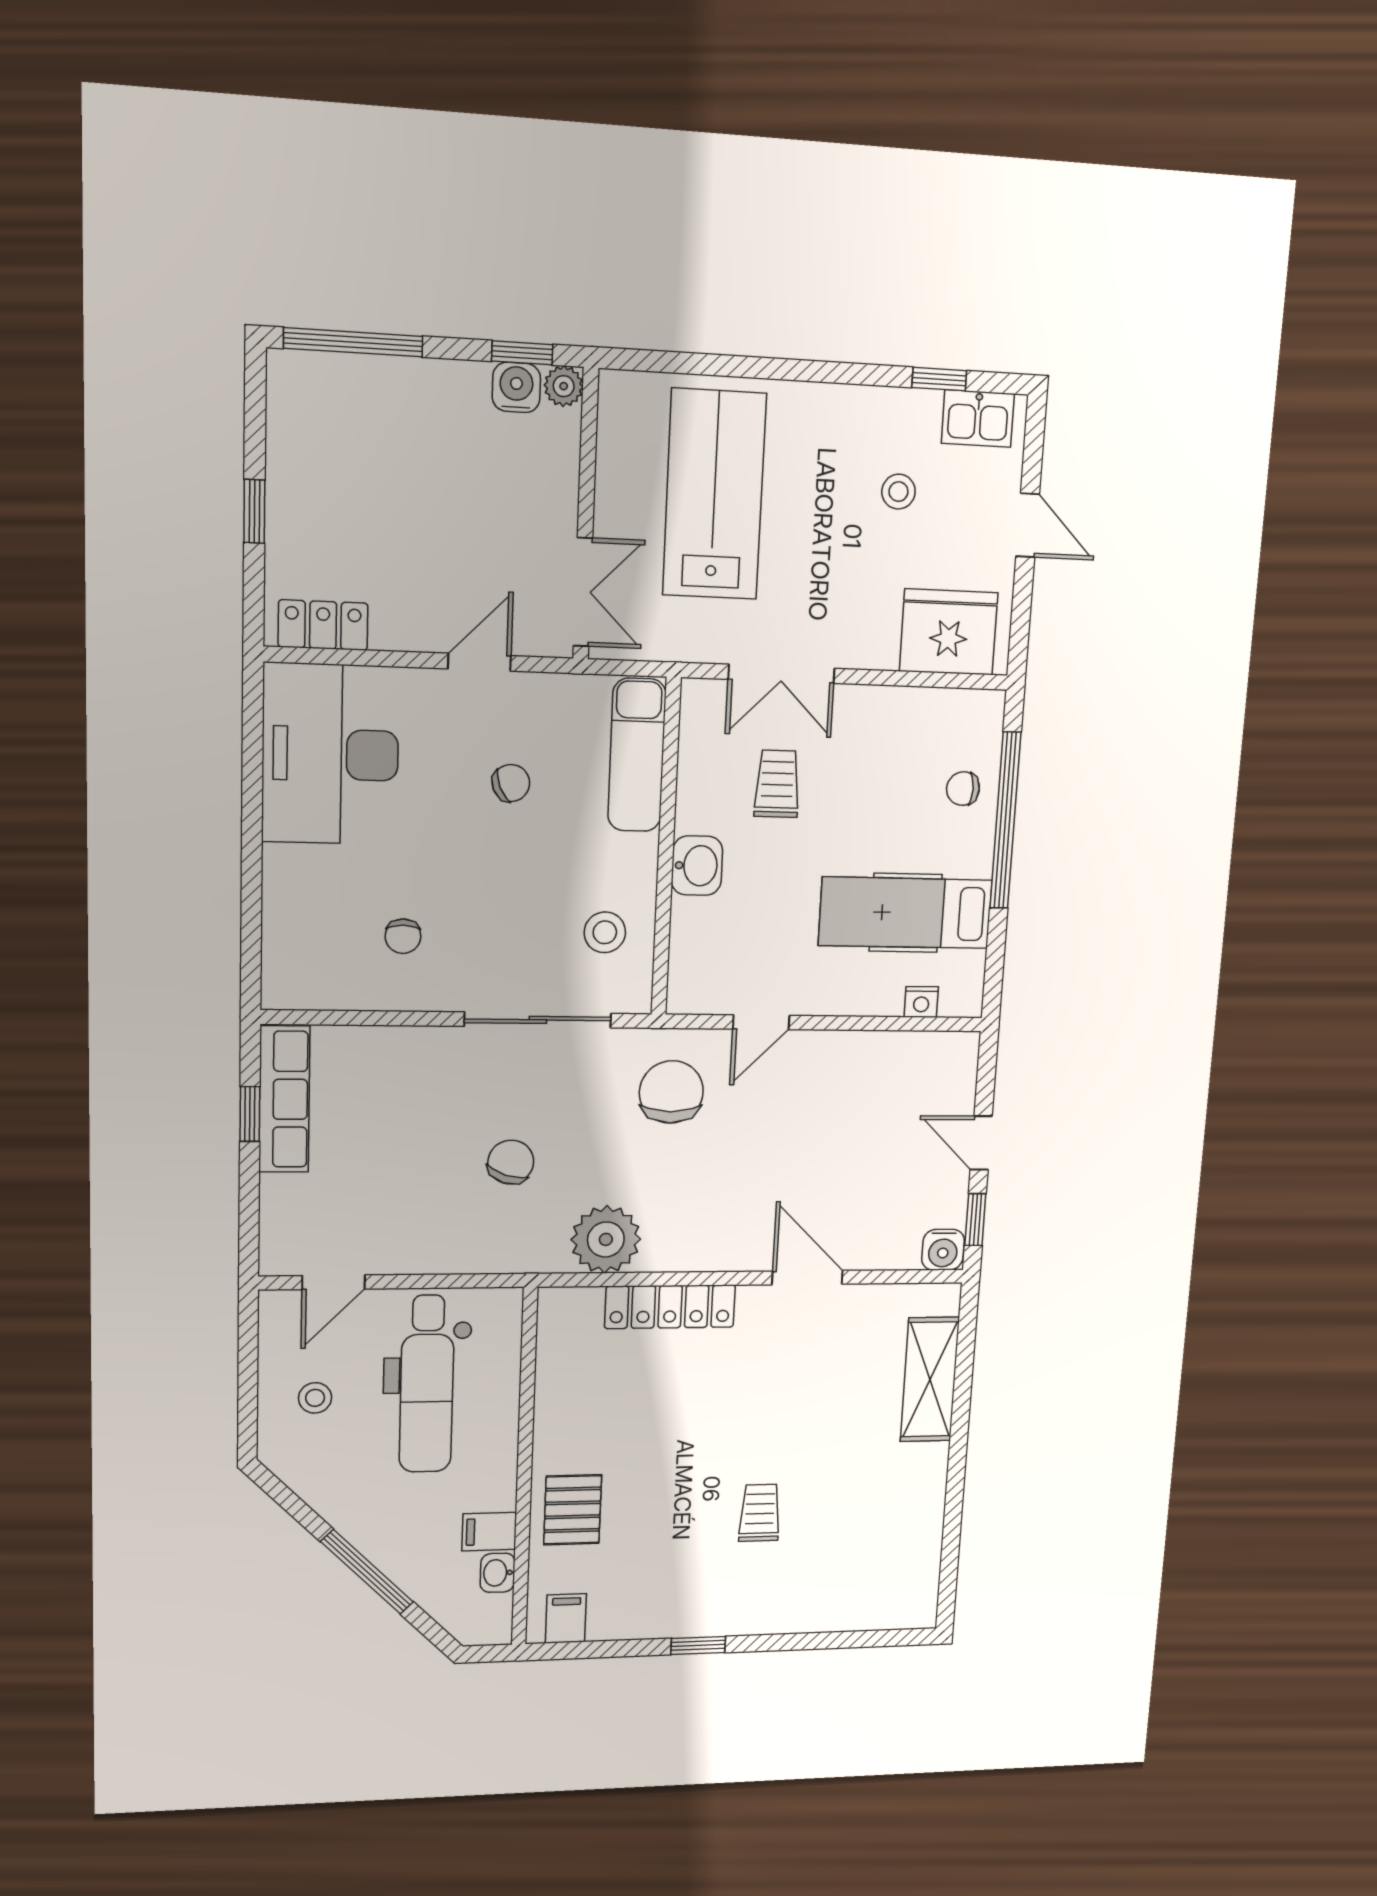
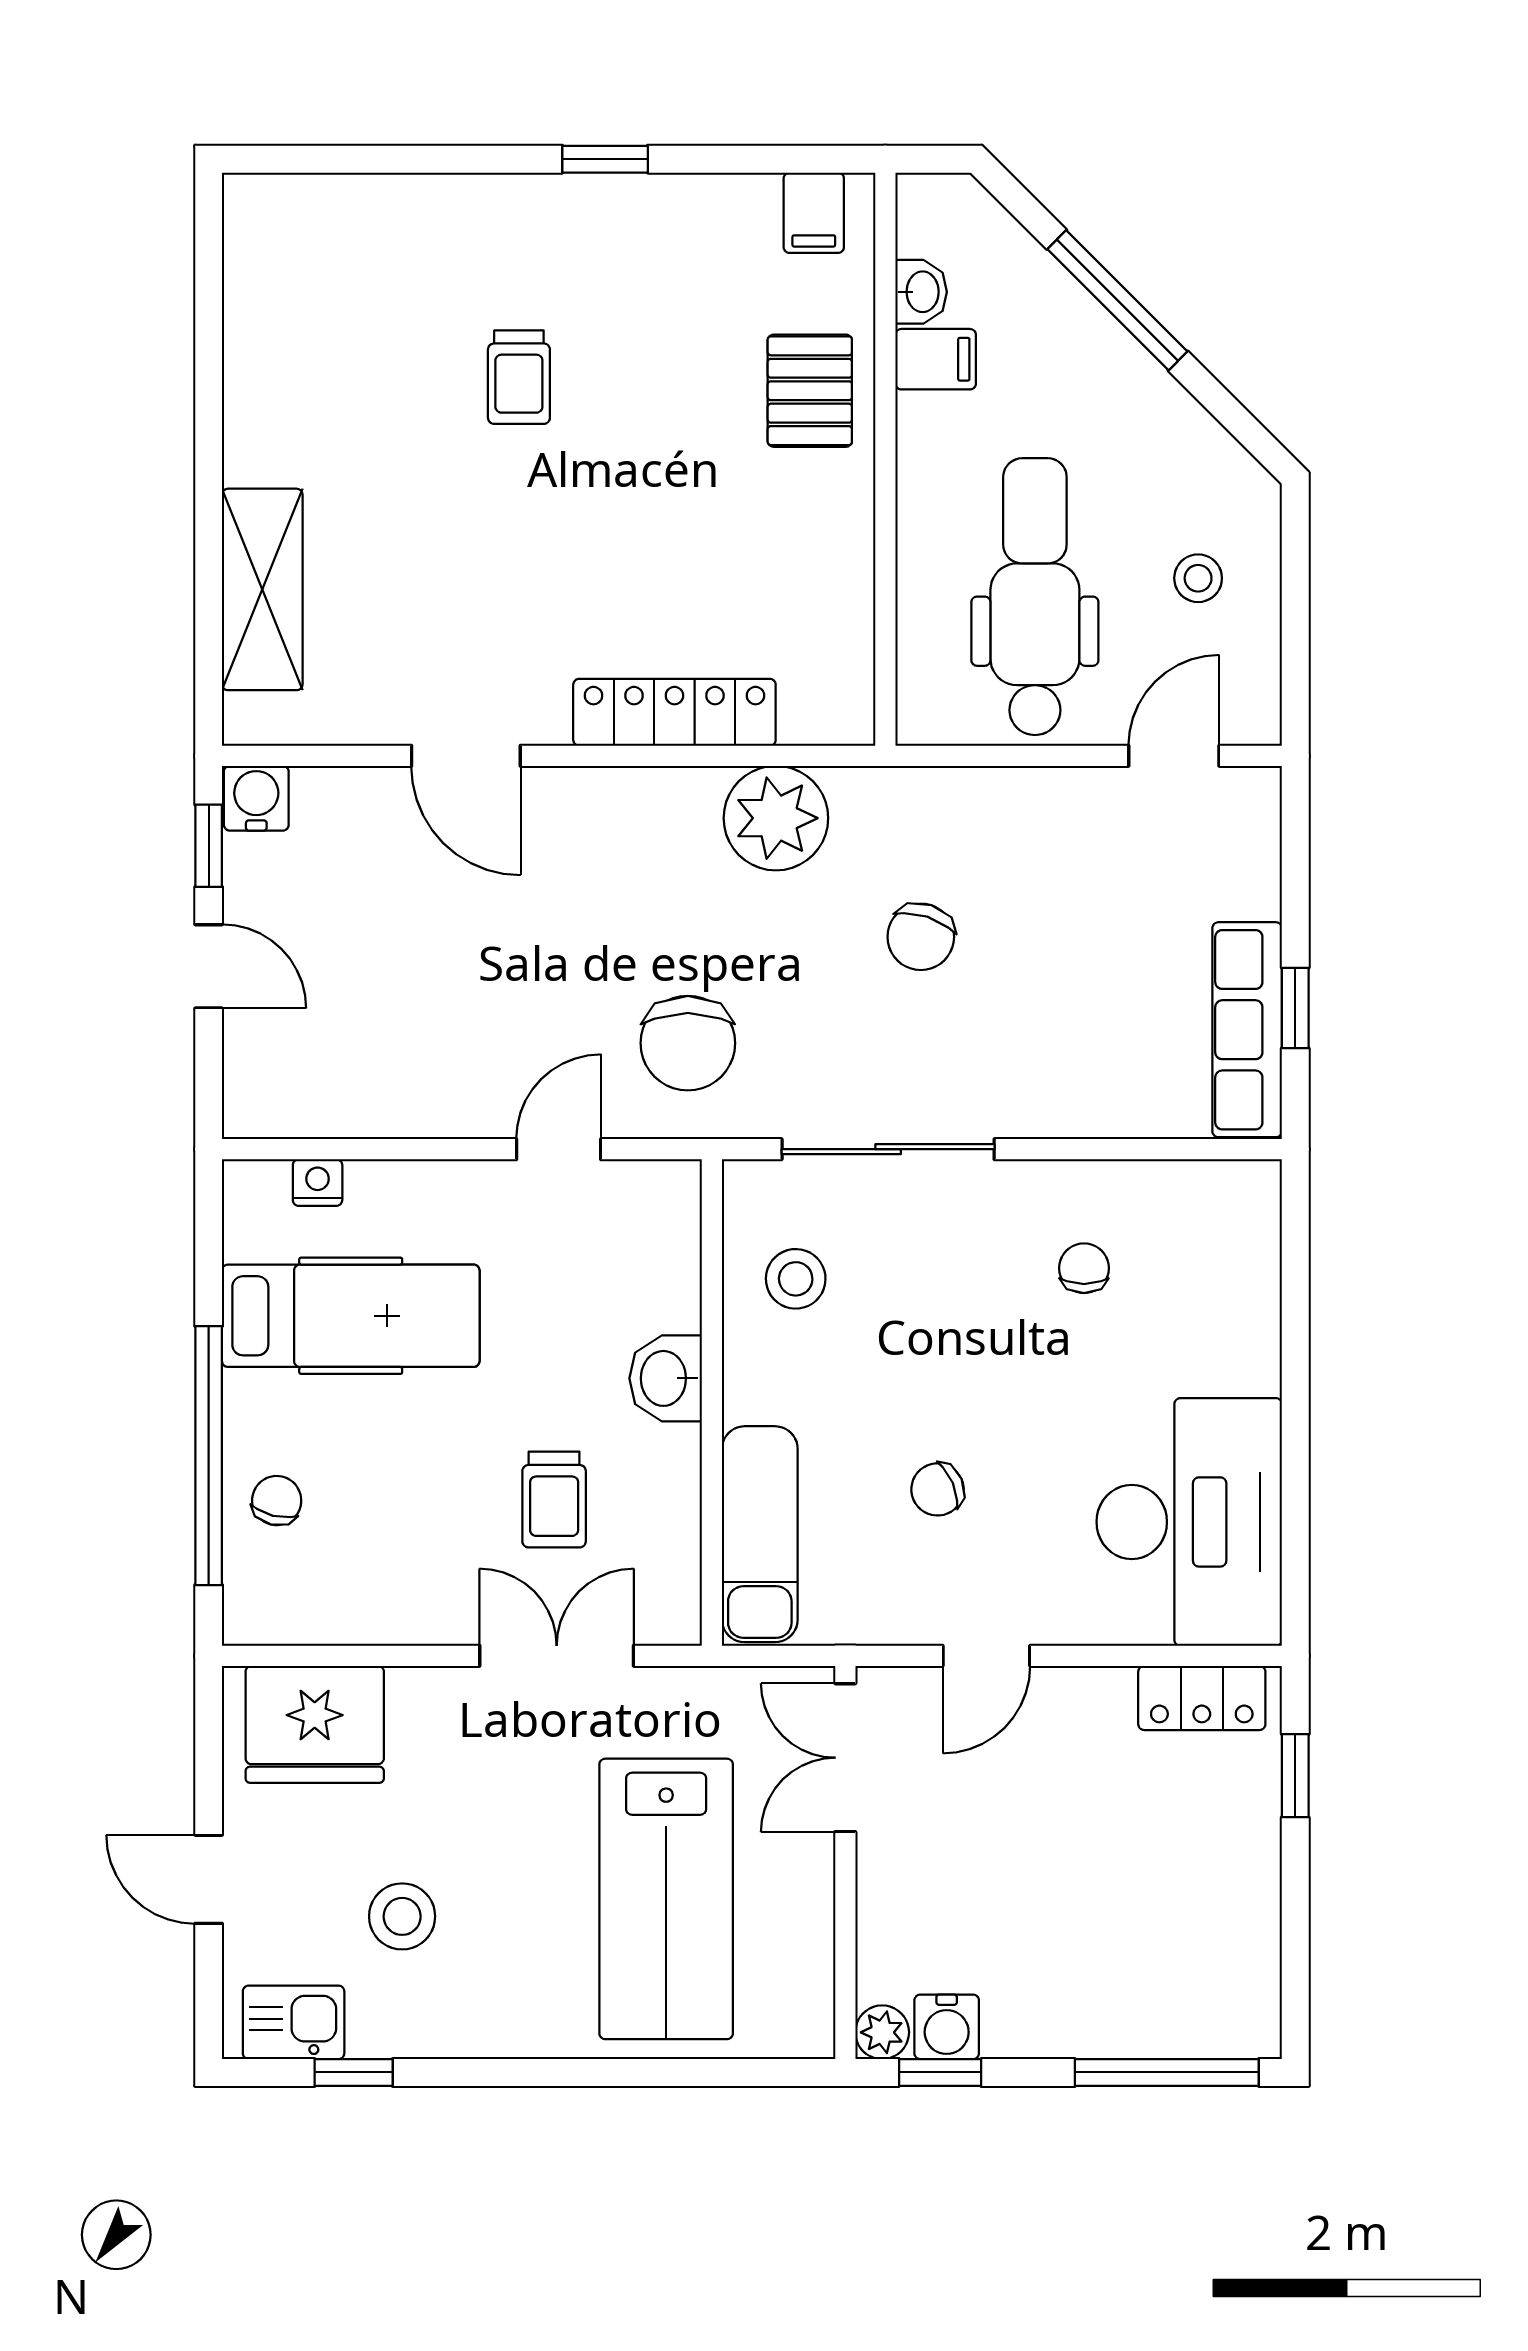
stool: (898, 492) -> (402, 1916), width x1.37, depth x1.37
window: (254, 511) -> (1295, 1776), moved
chair: (963, 789) -> (277, 1501), turned -76

